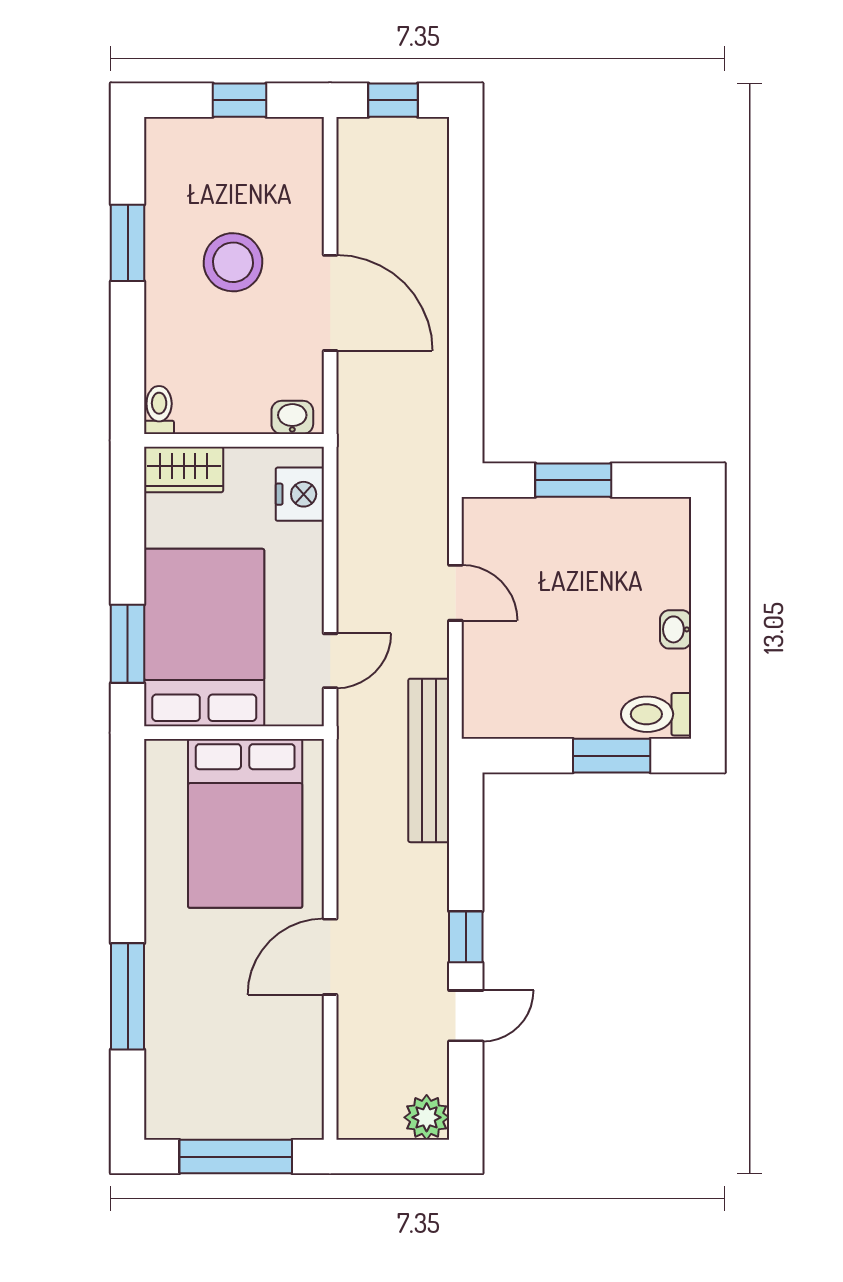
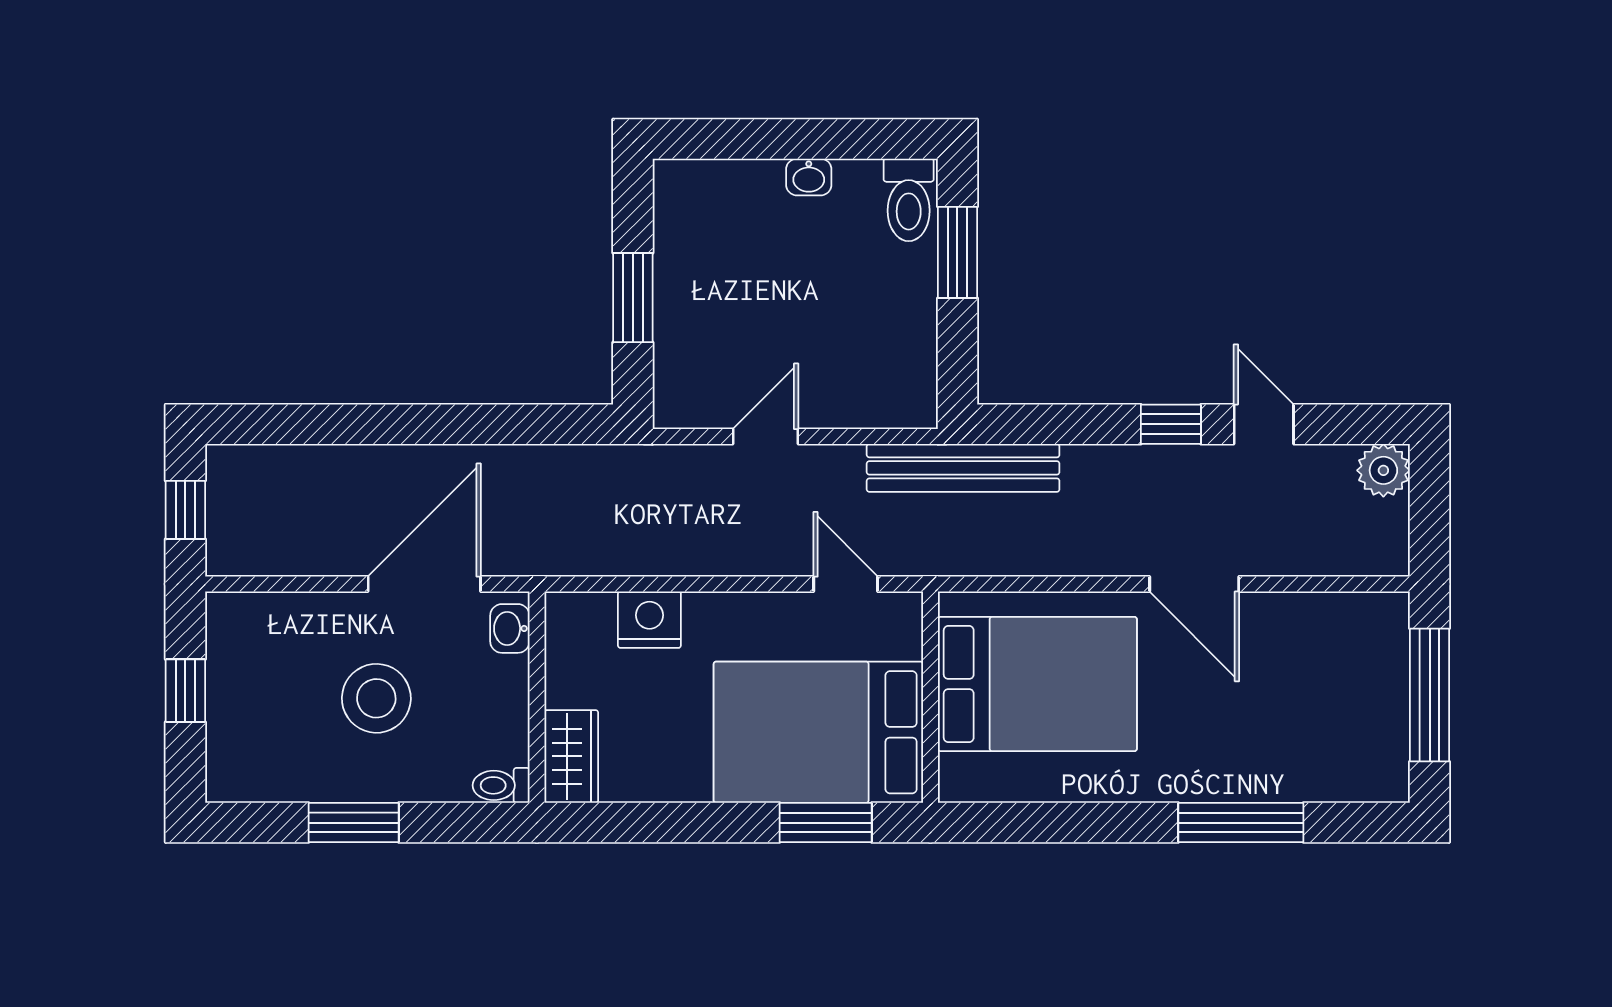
toilet: (159, 410) -> (501, 785), moved
washbasin: (292, 417) -> (510, 628), moved
wall: (234, 440) -> (537, 697), moved
wardrobe: (184, 470) -> (571, 756), moved

